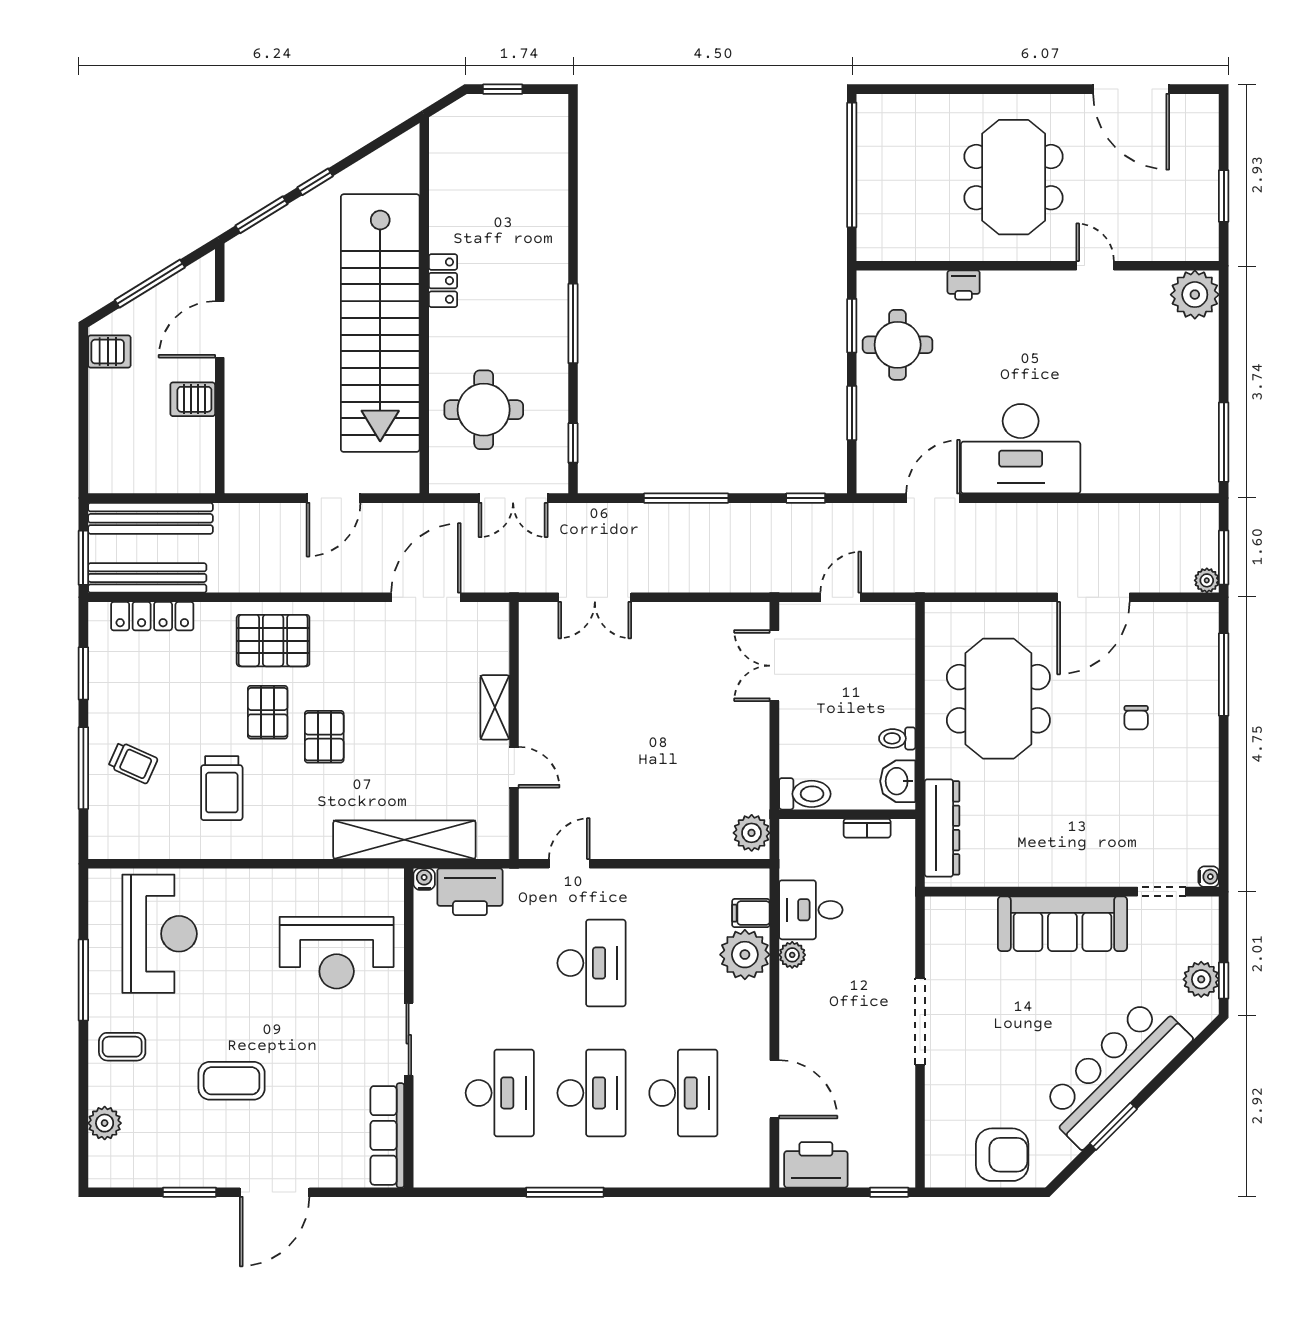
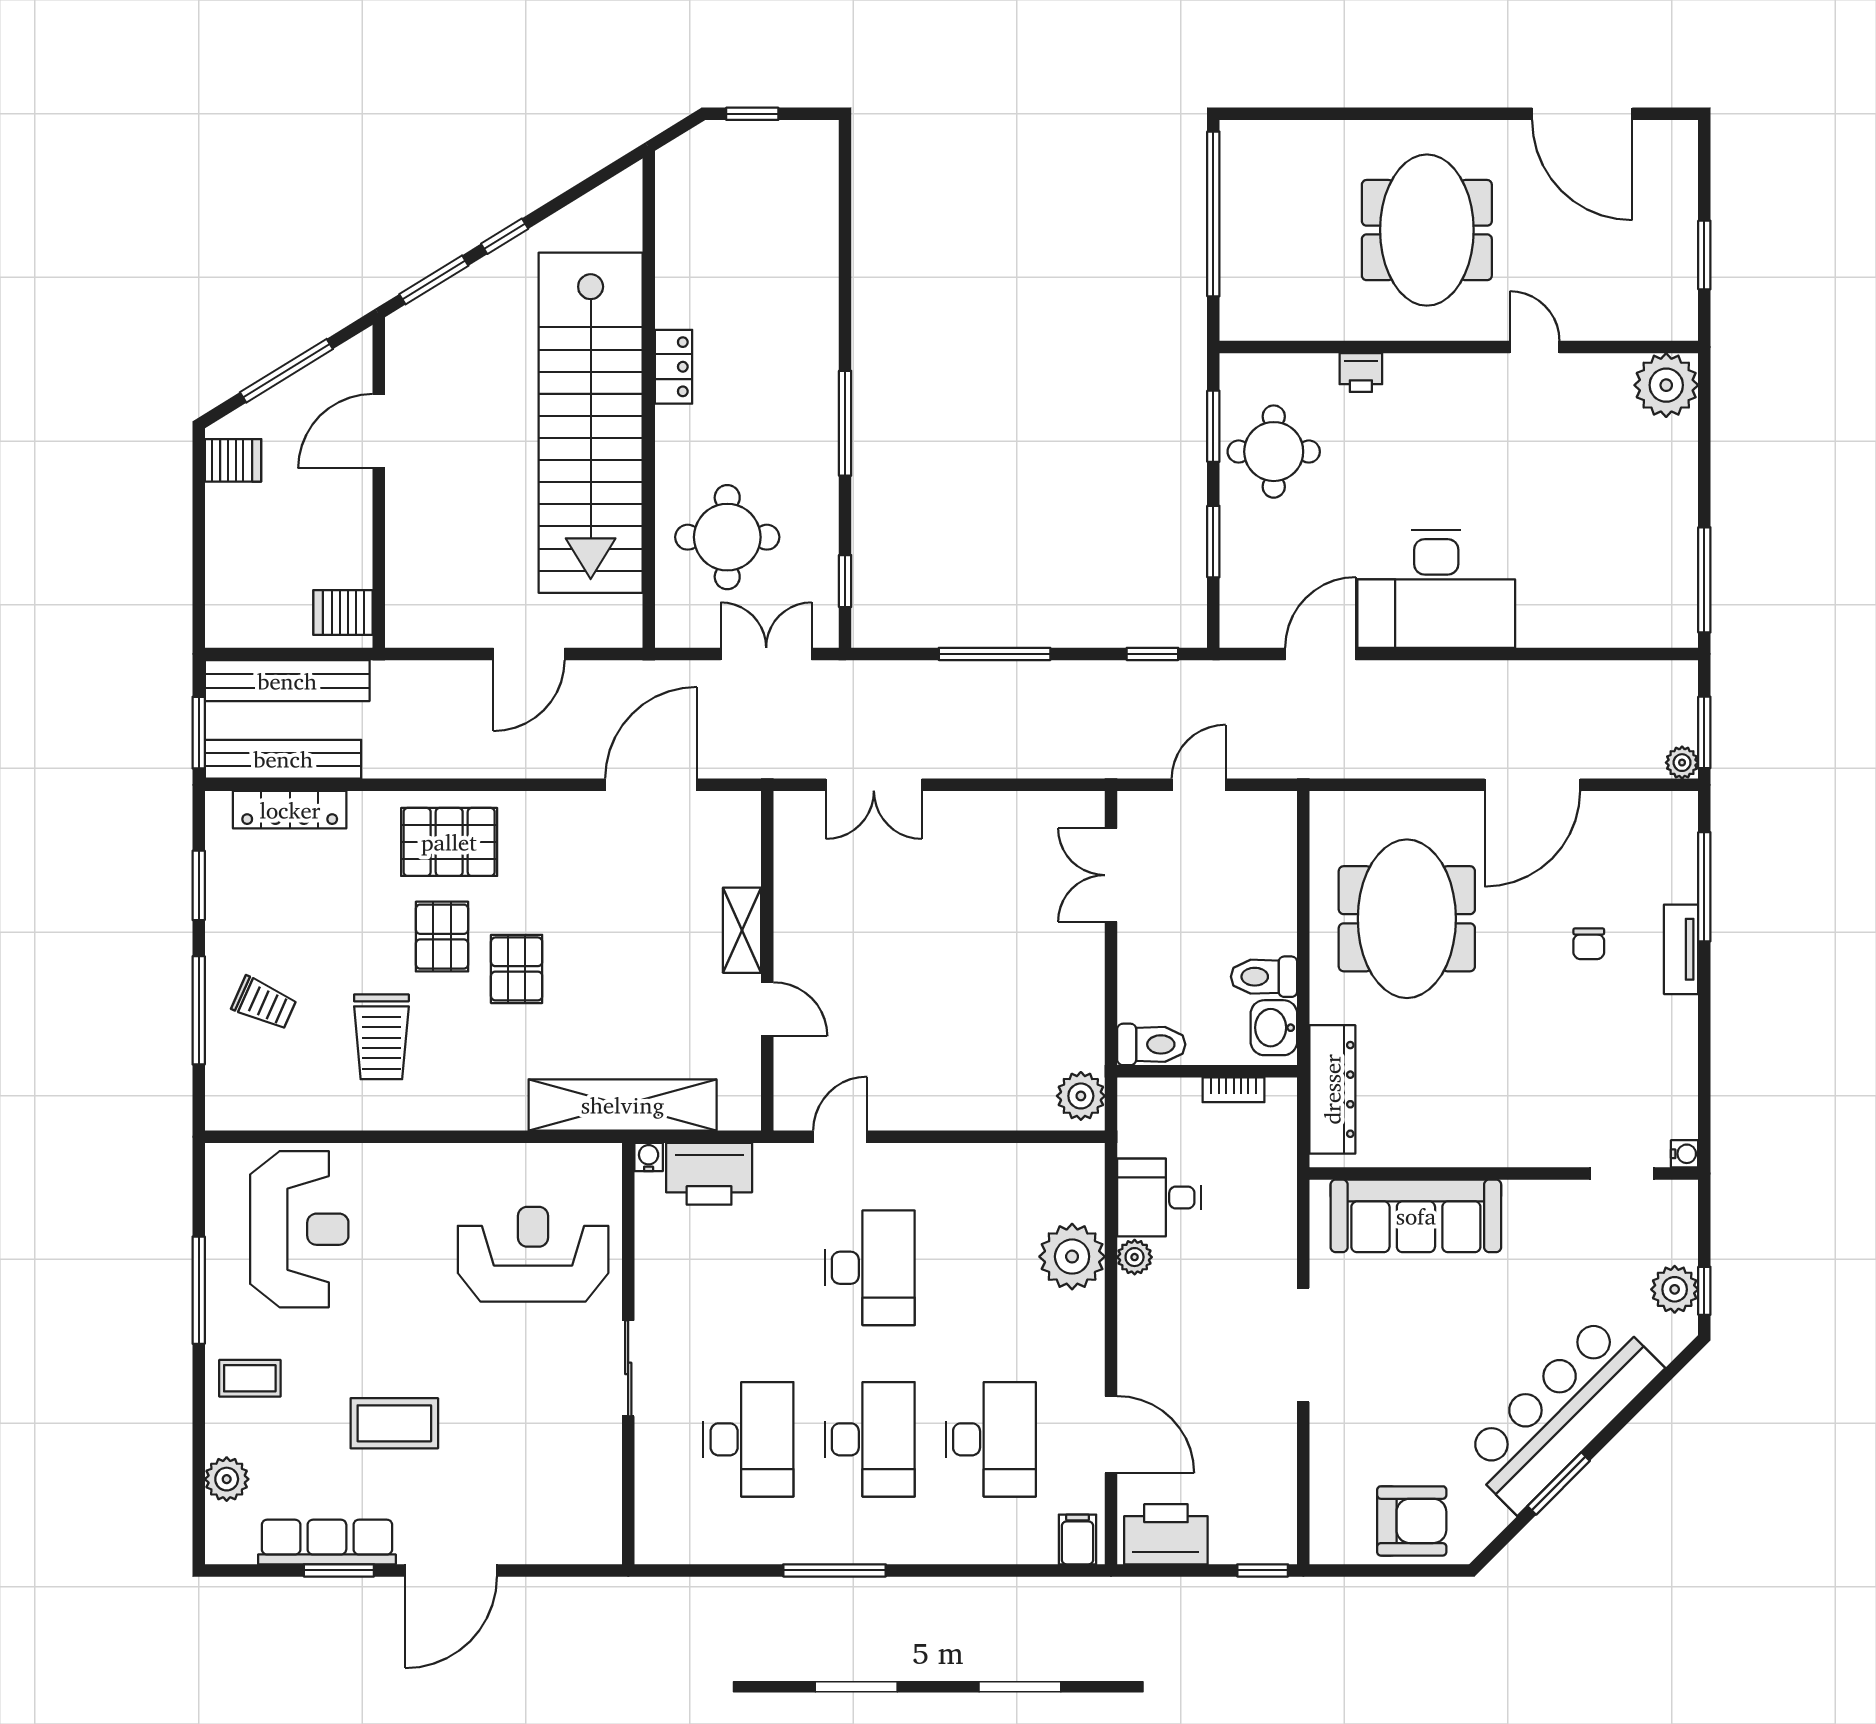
server rack: (193, 399) -> (343, 612), moved
double door: (513, 498) -> (766, 654), swing flipped
tv unit: (1206, 722) -> (1681, 949), added
toilet: (897, 738) -> (1264, 977), width x1.37, depth x1.39
filing cabinet: (751, 913) -> (1078, 1539), moved, turned 90
sofa: (1062, 924) -> (1416, 1216), moved
reception desk: (337, 953) -> (533, 1254), turned 180
row of seats: (387, 1135) -> (327, 1542), moved, turned 90

